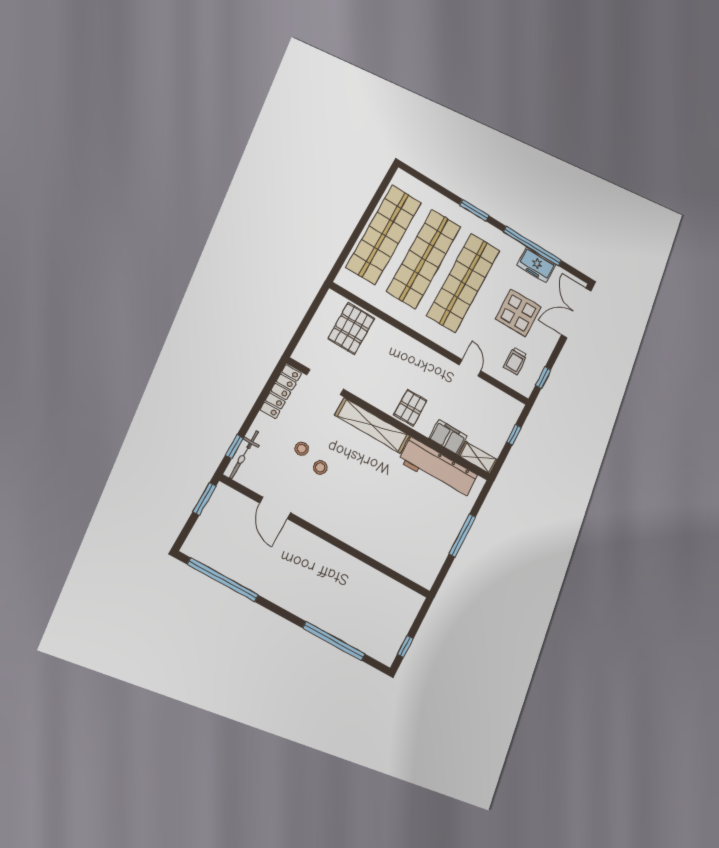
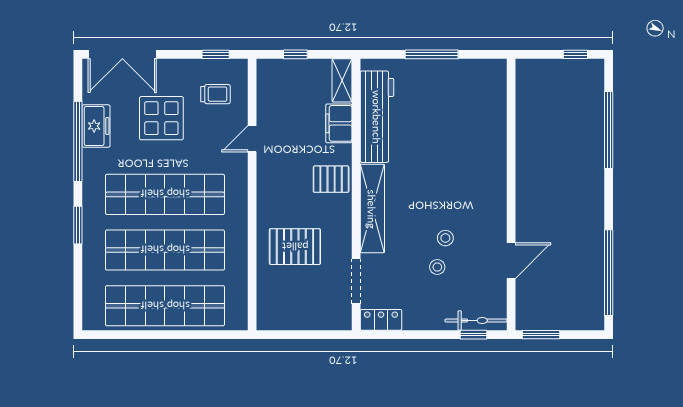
pallet: (351, 328) -> (295, 247), moved
locker: (281, 392) -> (381, 320), width x0.66

